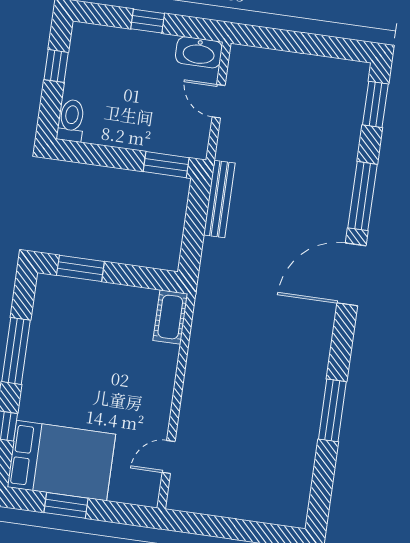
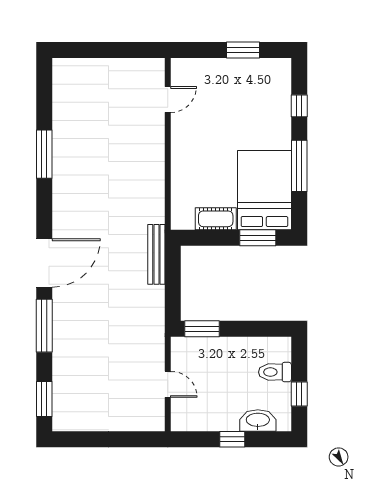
washbasin: (199, 52) -> (258, 420), moved
toilet: (71, 120) -> (275, 372), moved, turned 90
bench: (219, 199) -> (156, 254), moved
cot: (170, 317) -> (216, 219), moved, turned 90
bed: (61, 461) -> (264, 190), moved, turned 90

